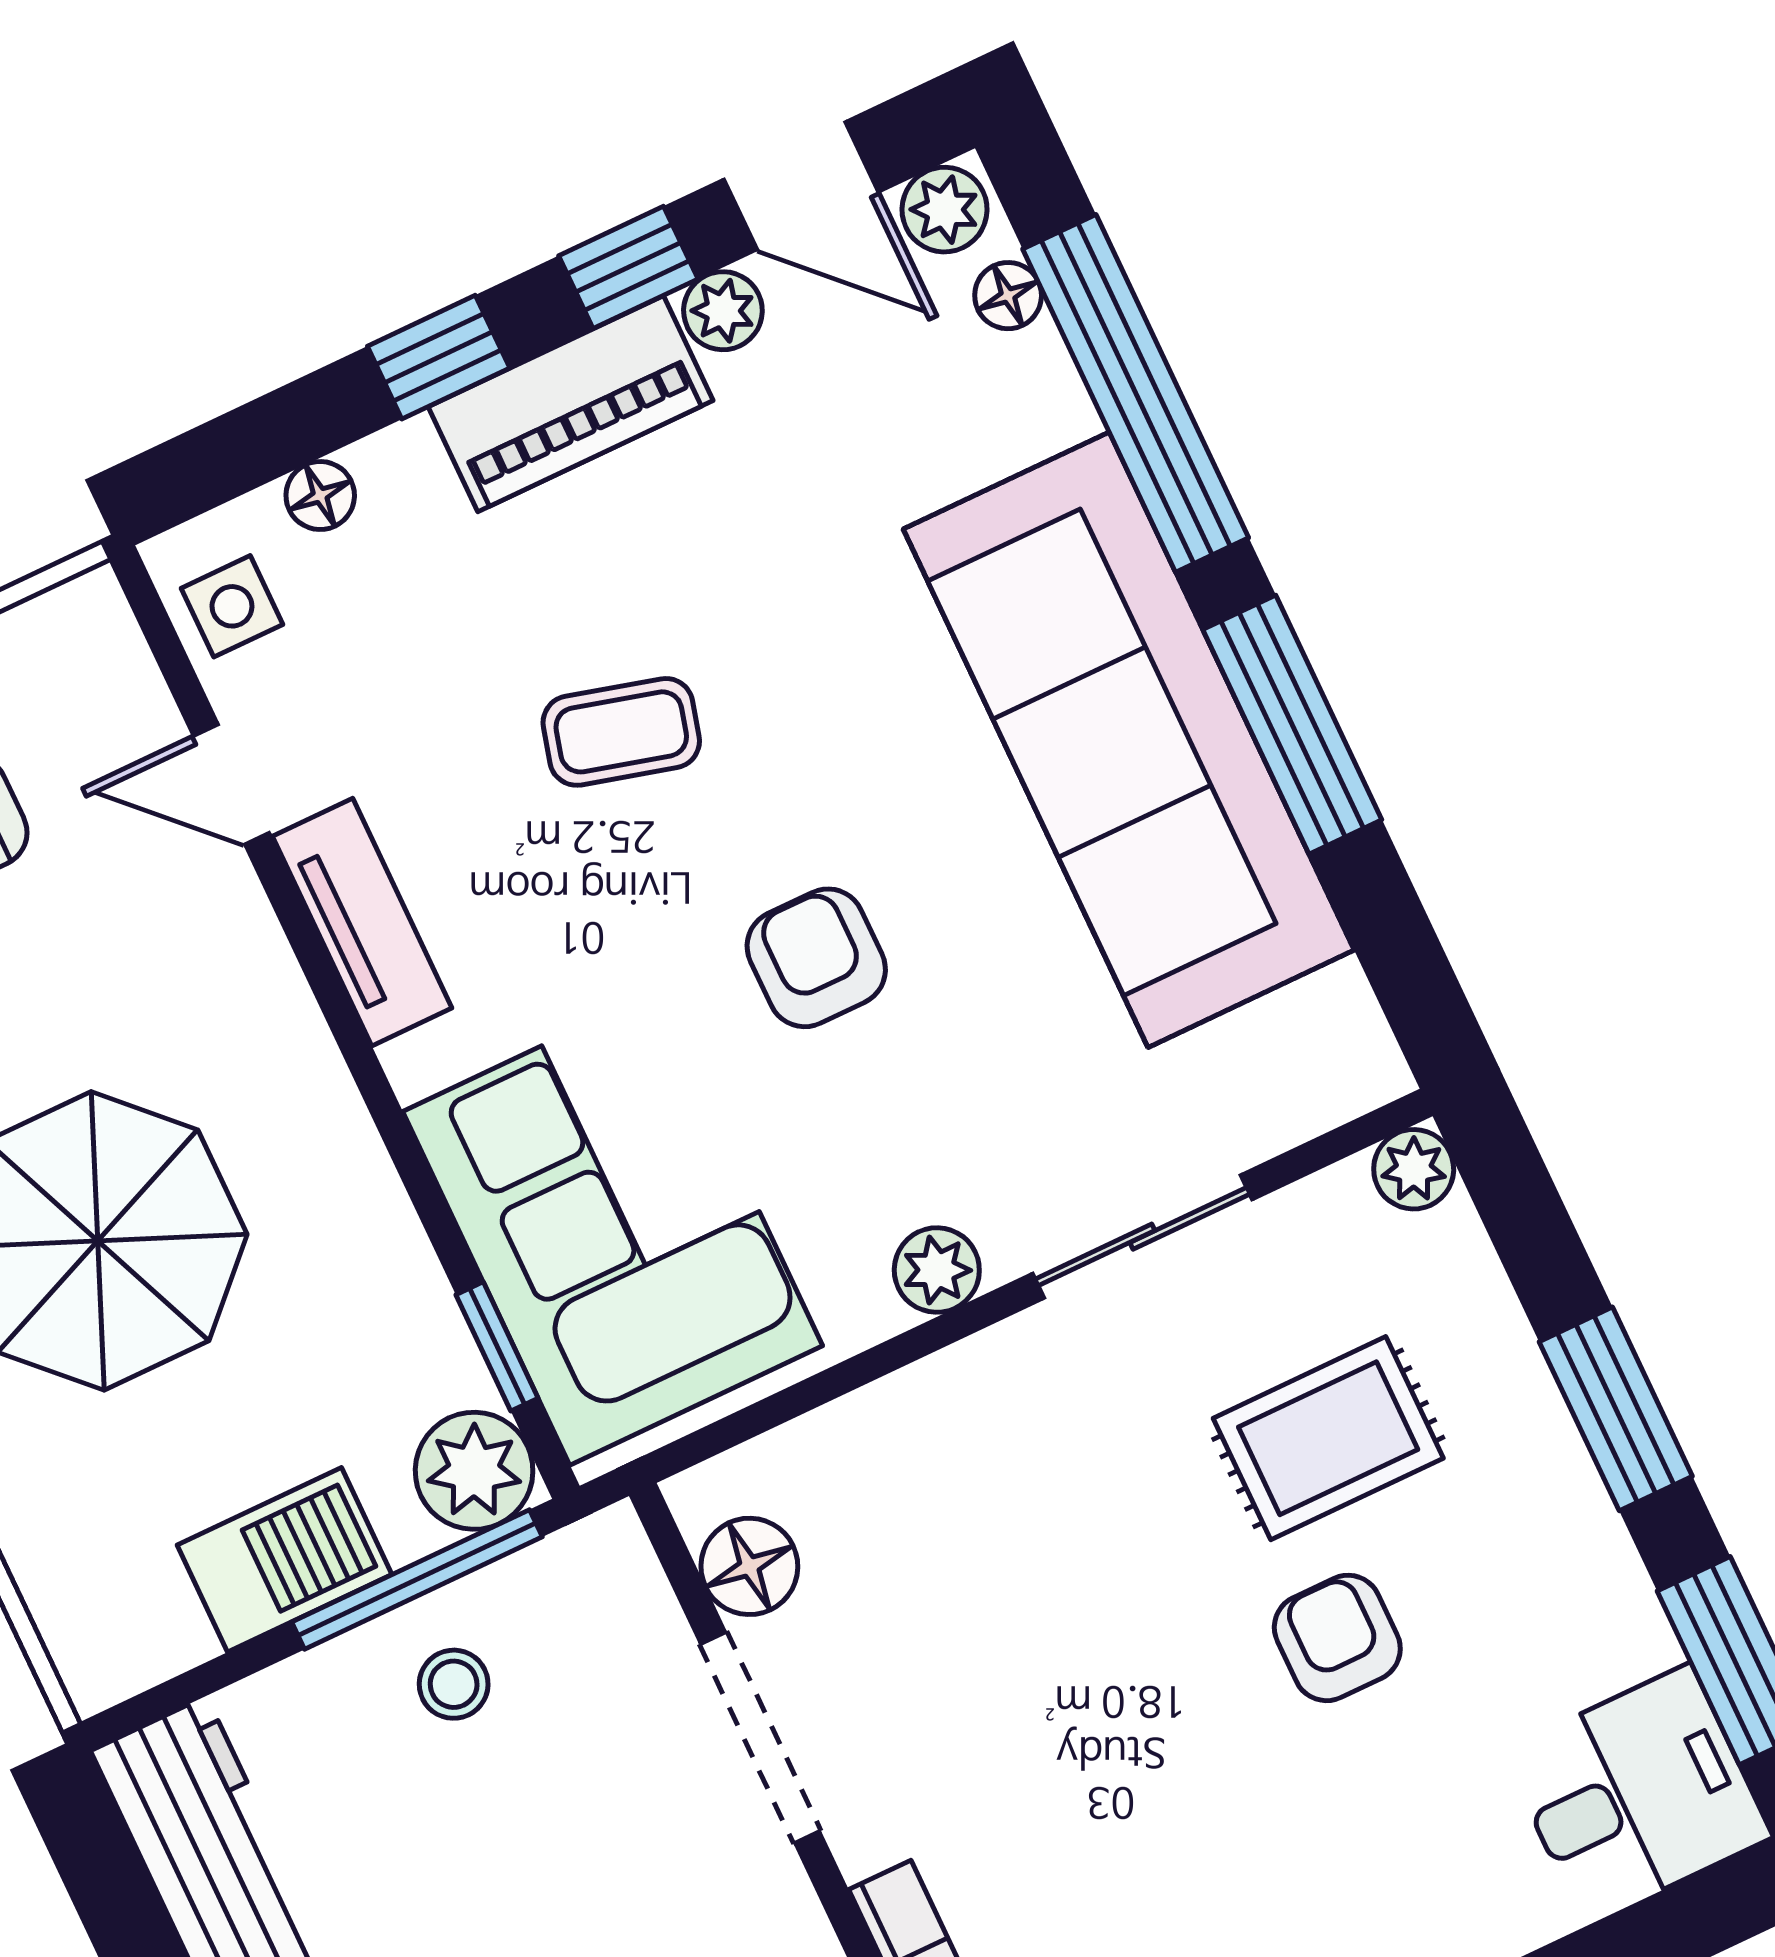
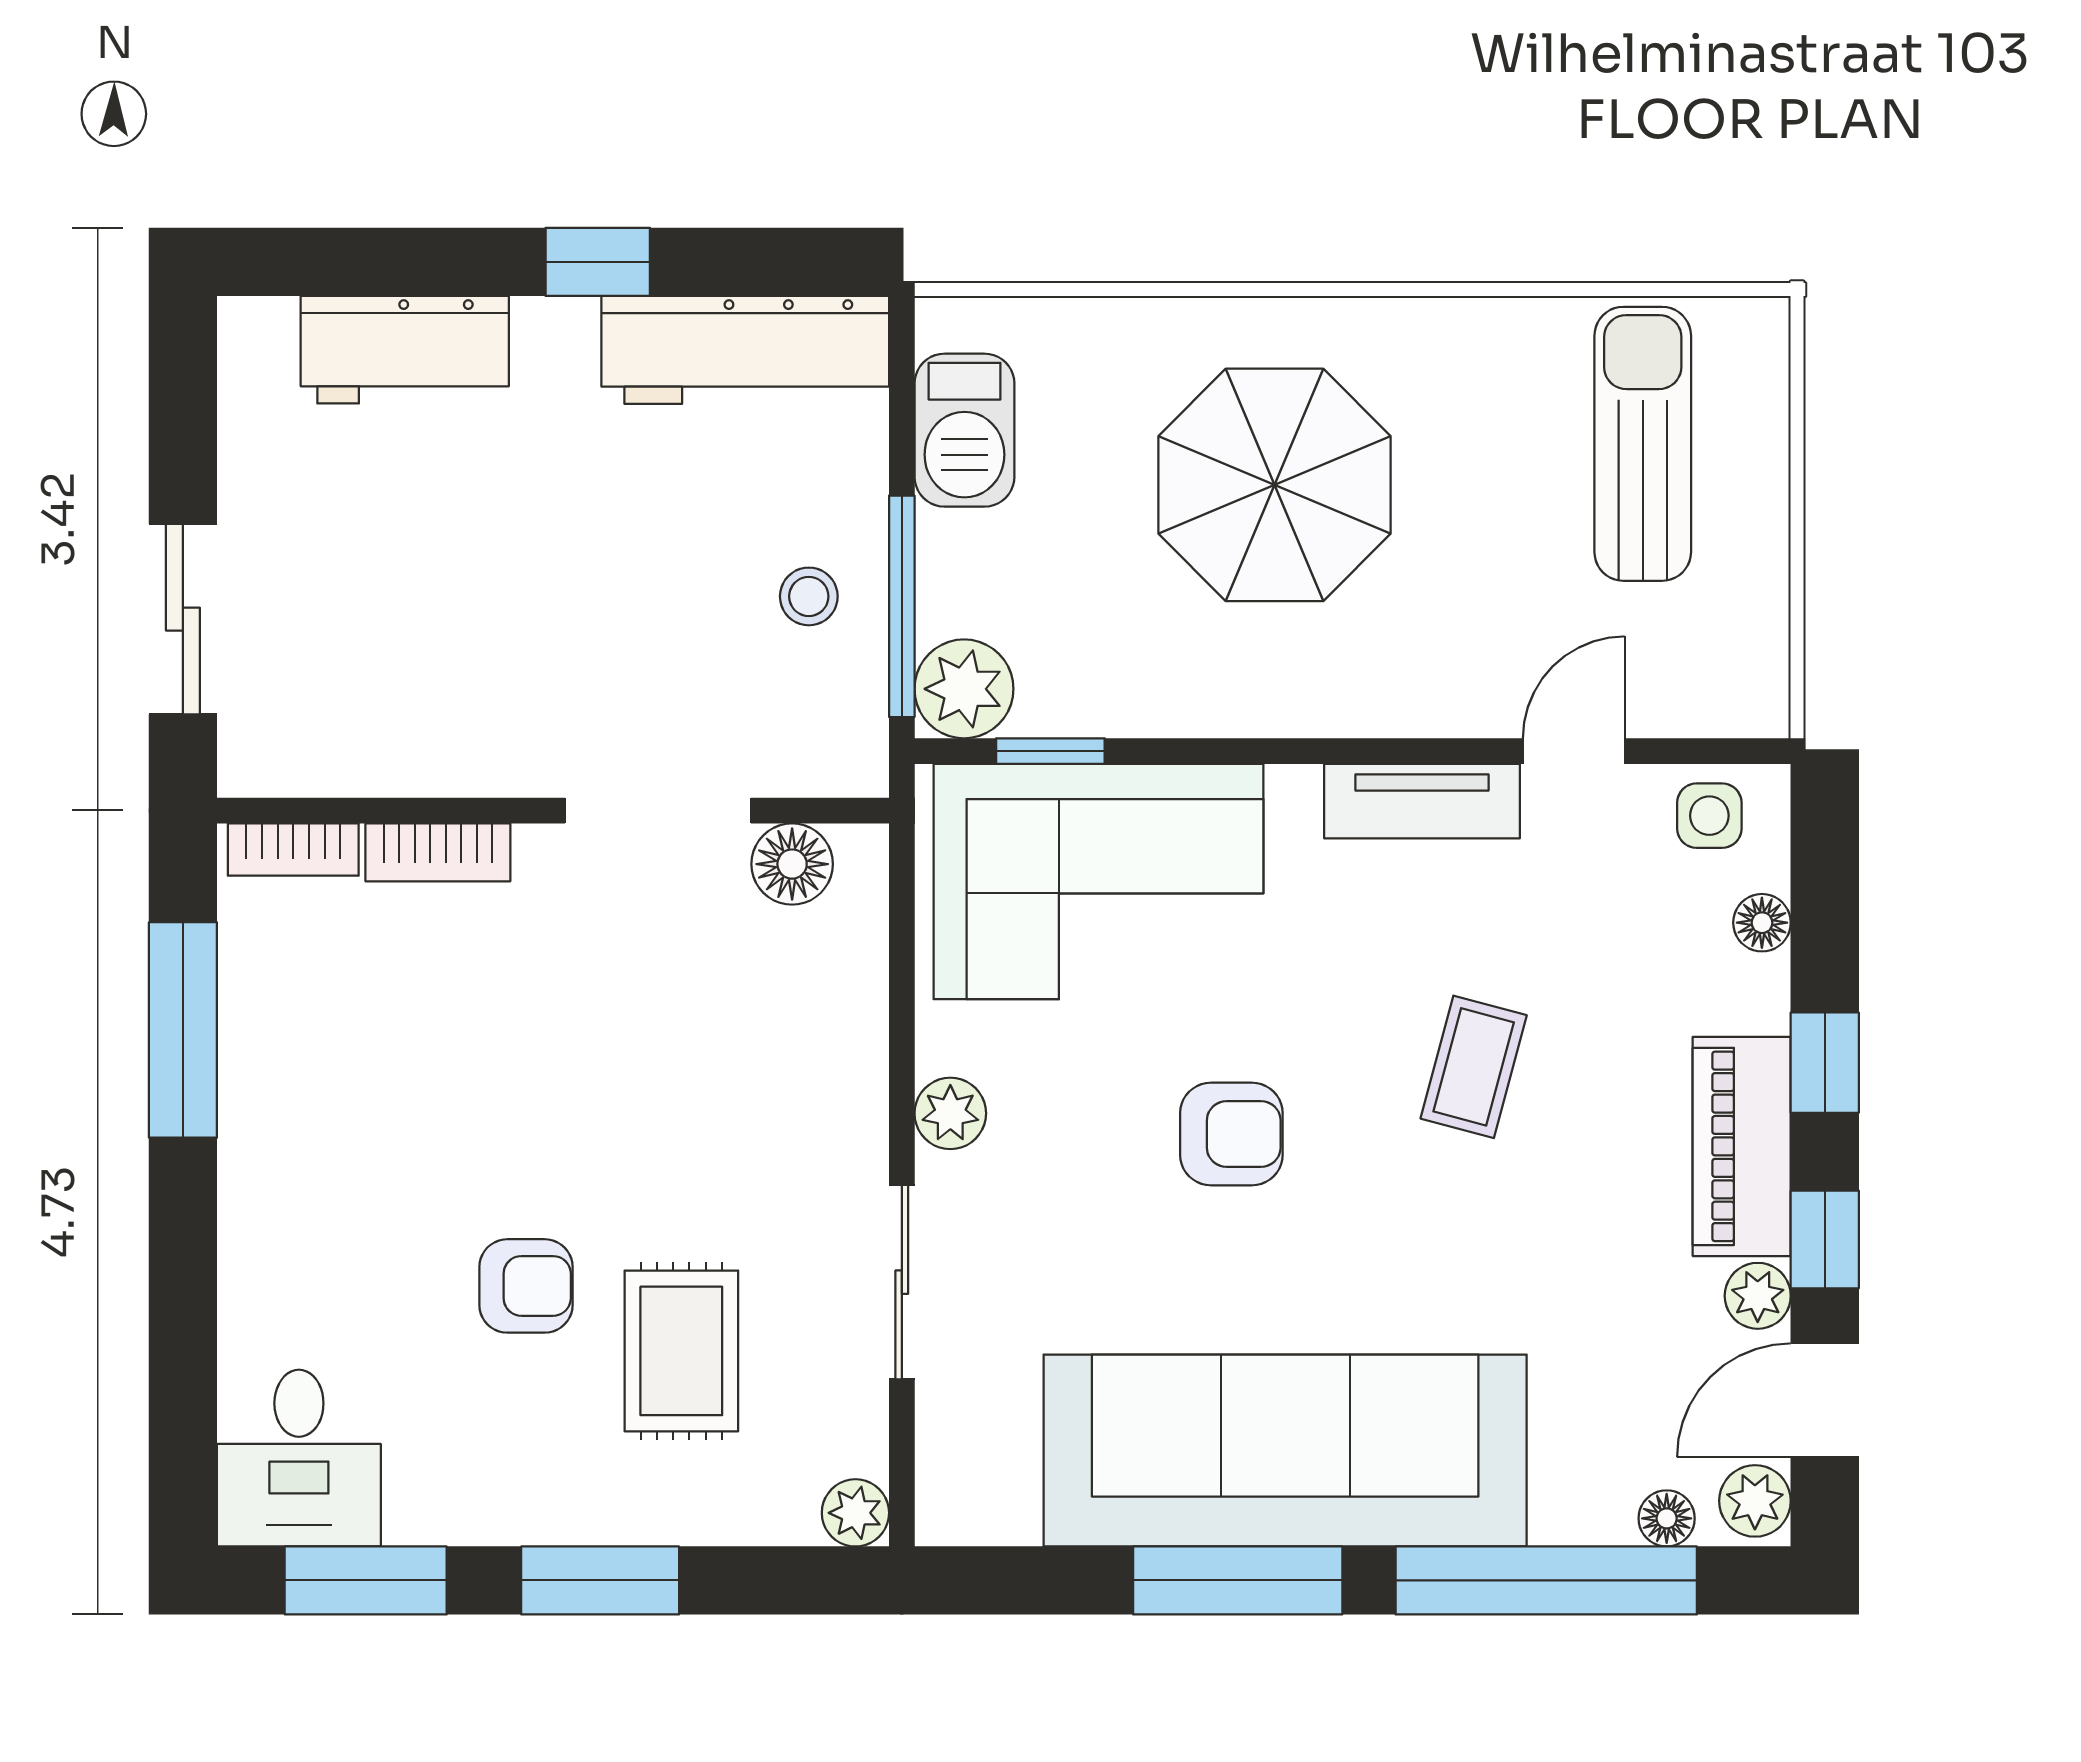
barbecue: (284, 1560) -> (964, 430), moved

